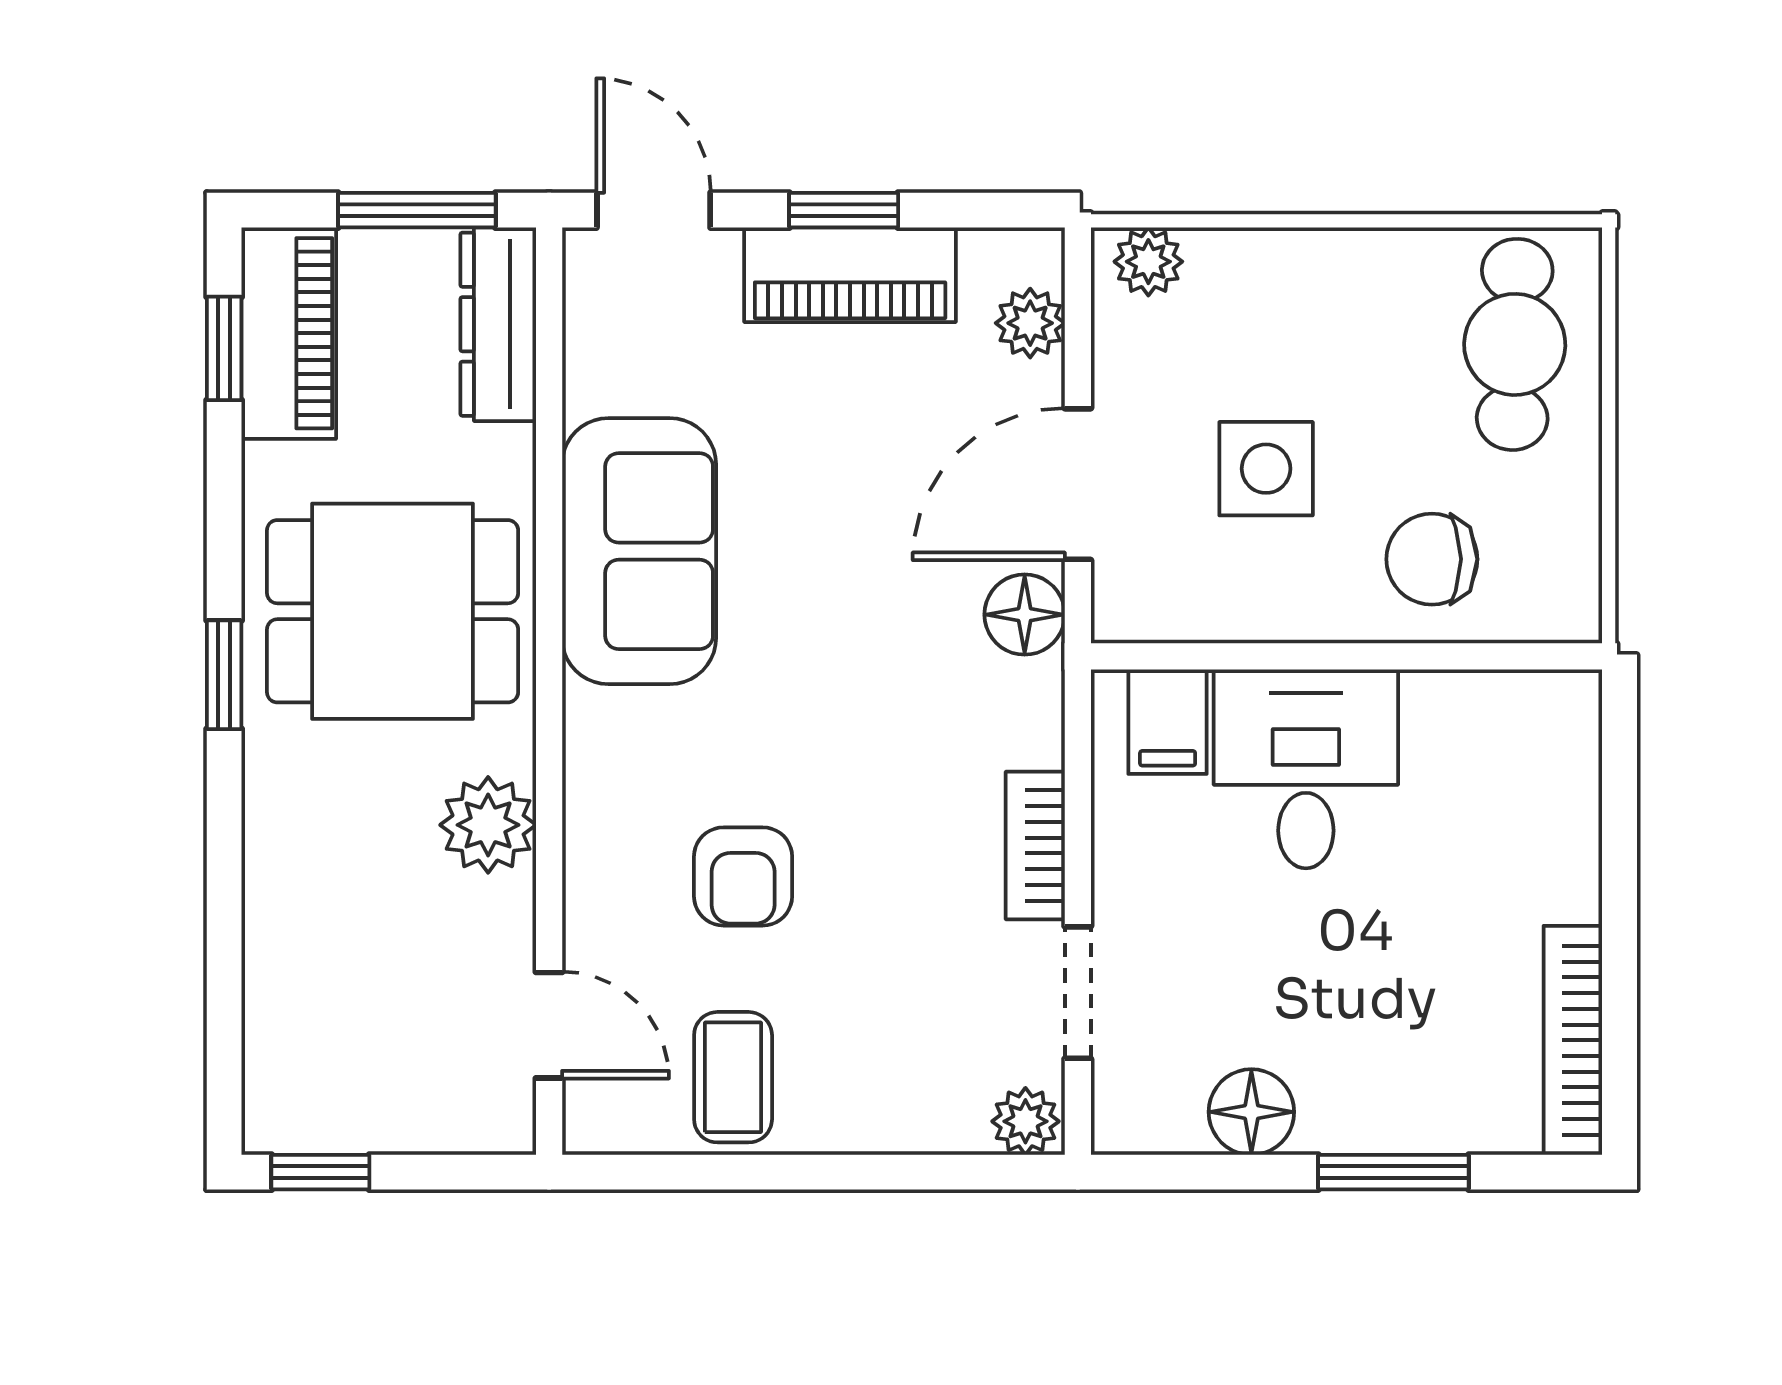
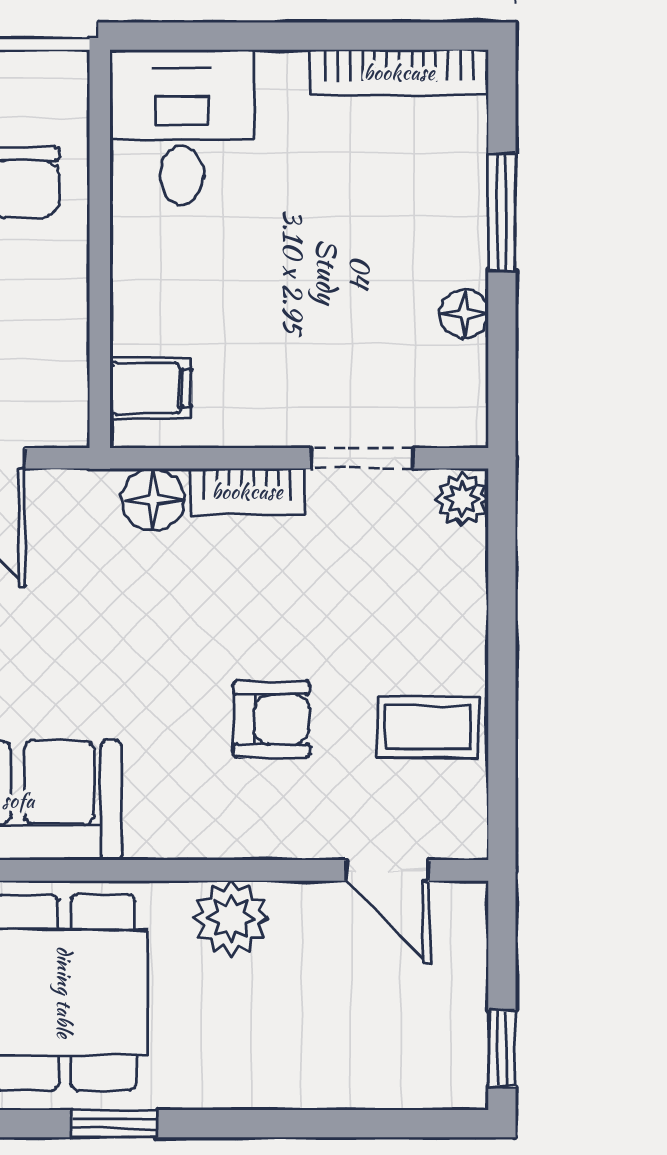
floor lamp: (1025, 615) -> (153, 500), moved
desk: (1306, 769) -> (182, 127), moved, turned 90
door: (549, 1025) -> (387, 870), swing flipped
floor lamp: (1251, 1112) -> (464, 314), width x0.73, depth x0.73

